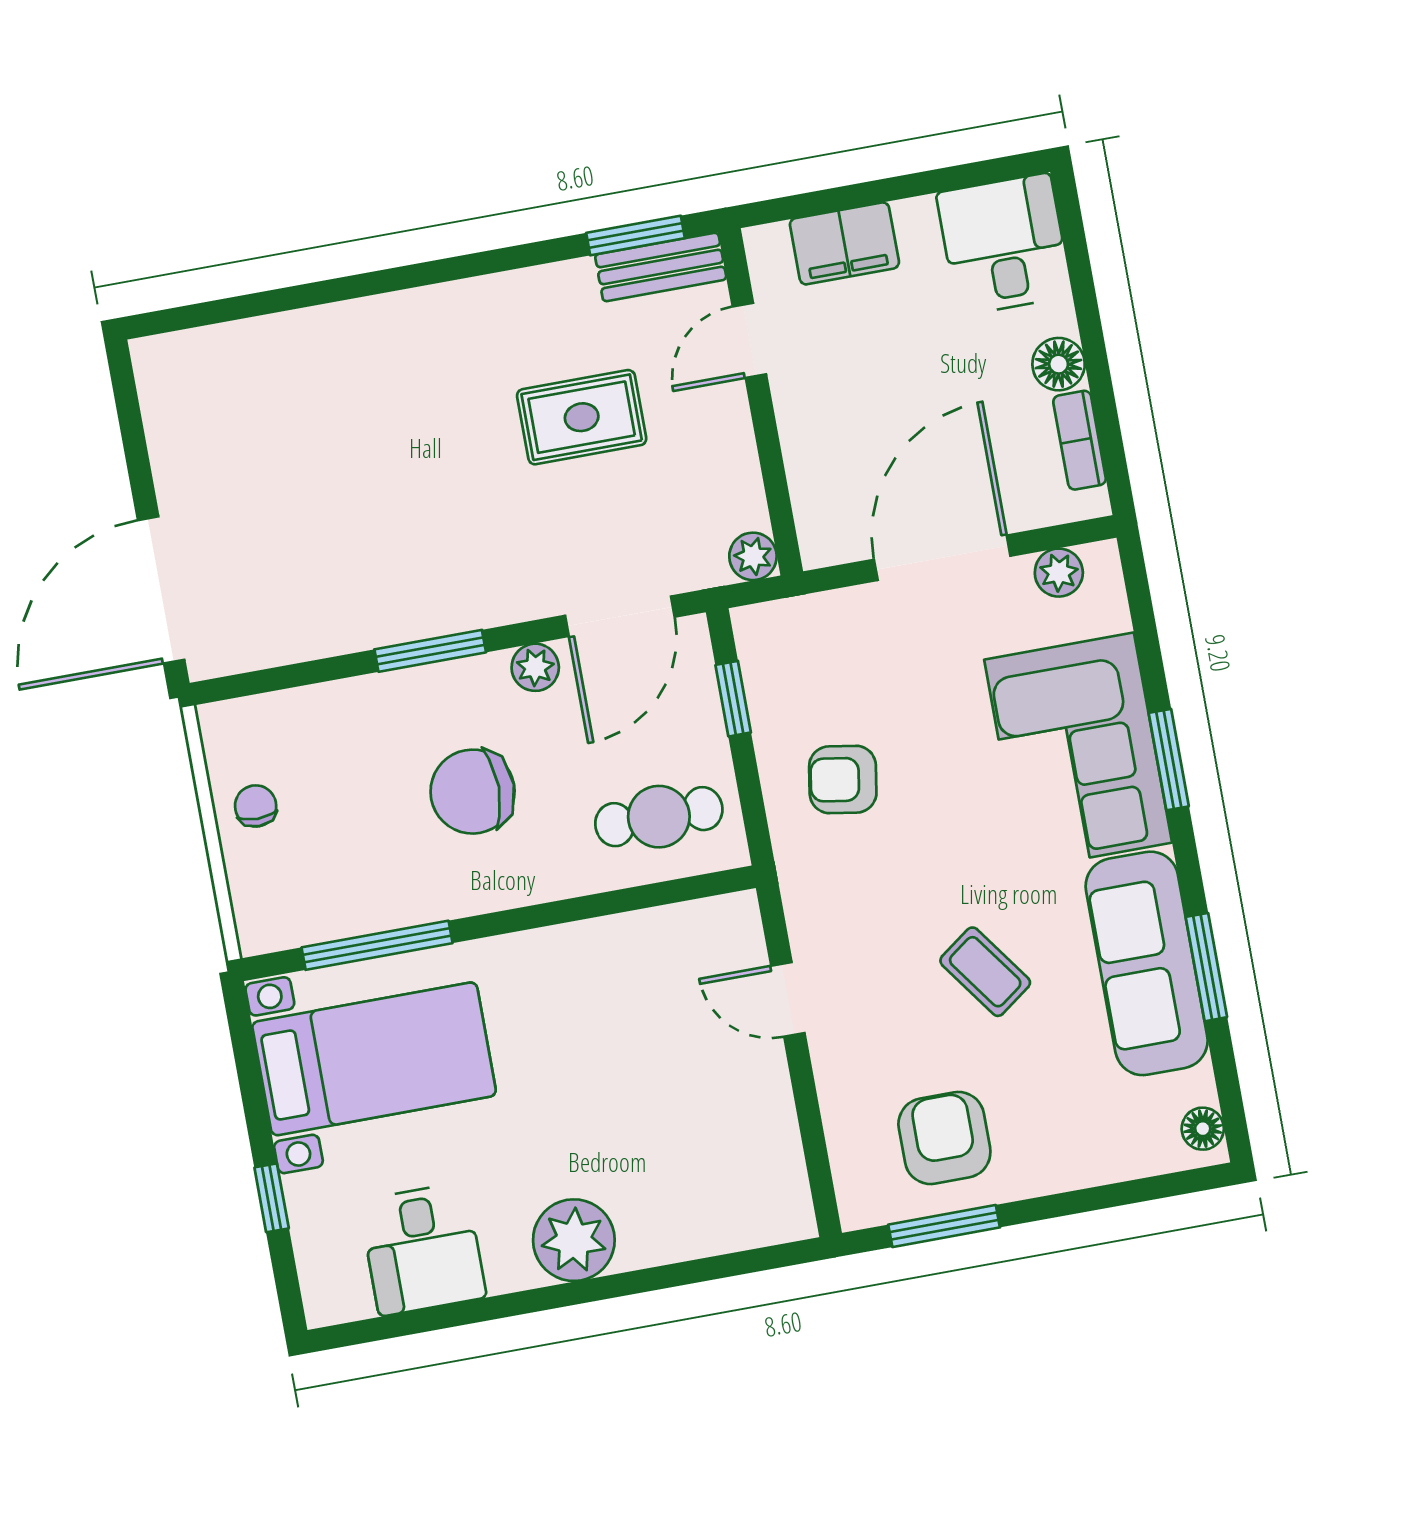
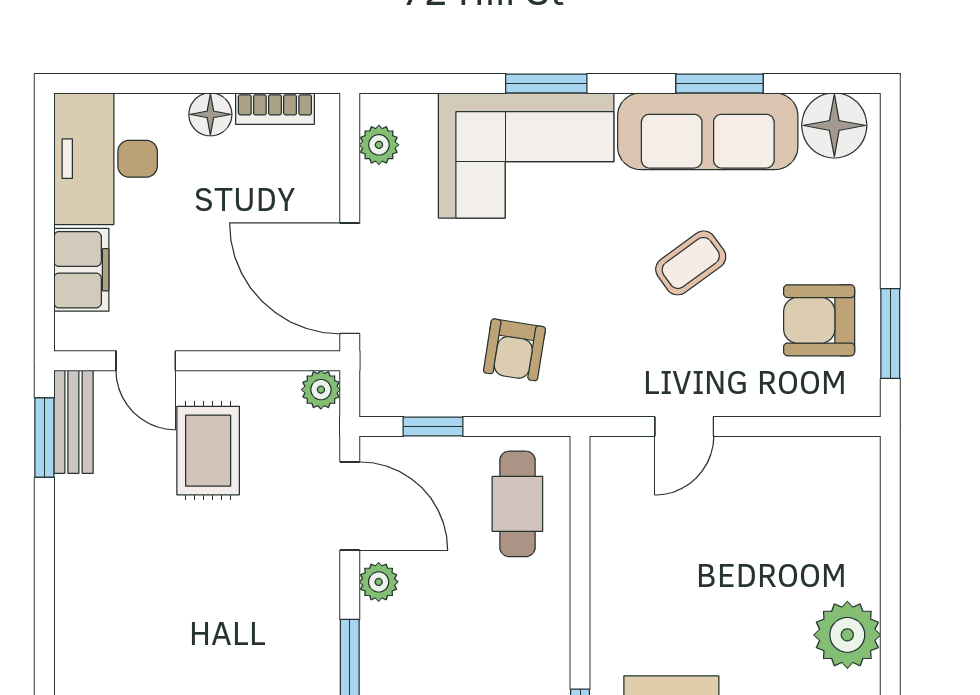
desk: (1004, 244) -> (106, 159), width x1.37
rug: (582, 417) -> (208, 451), moved
door: (942, 558) -> (350, 278), moved
chair: (473, 792) -> (470, 651), removed
floor lamp: (1203, 1129) -> (834, 125), width x1.89, depth x1.89

